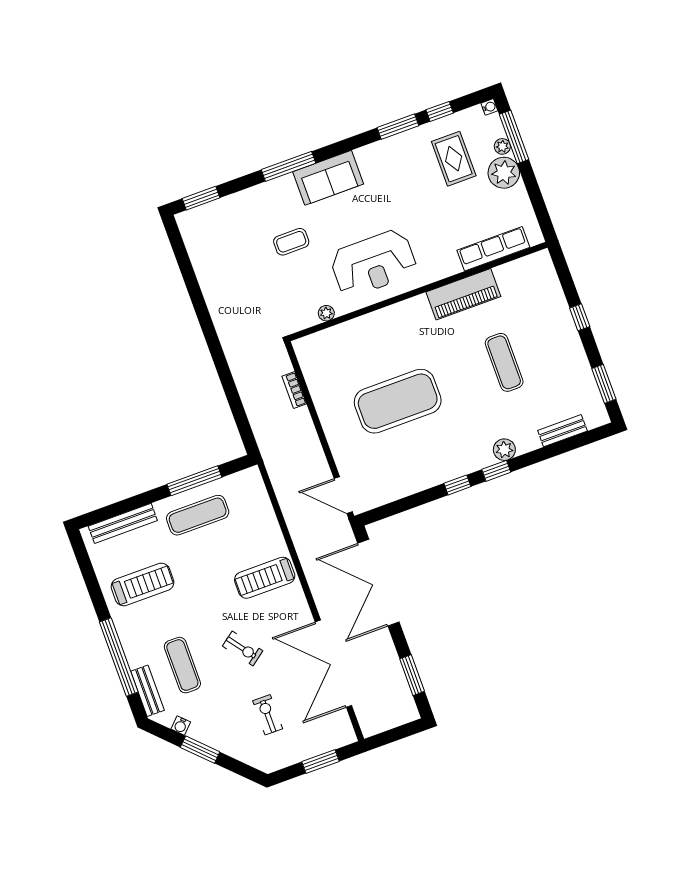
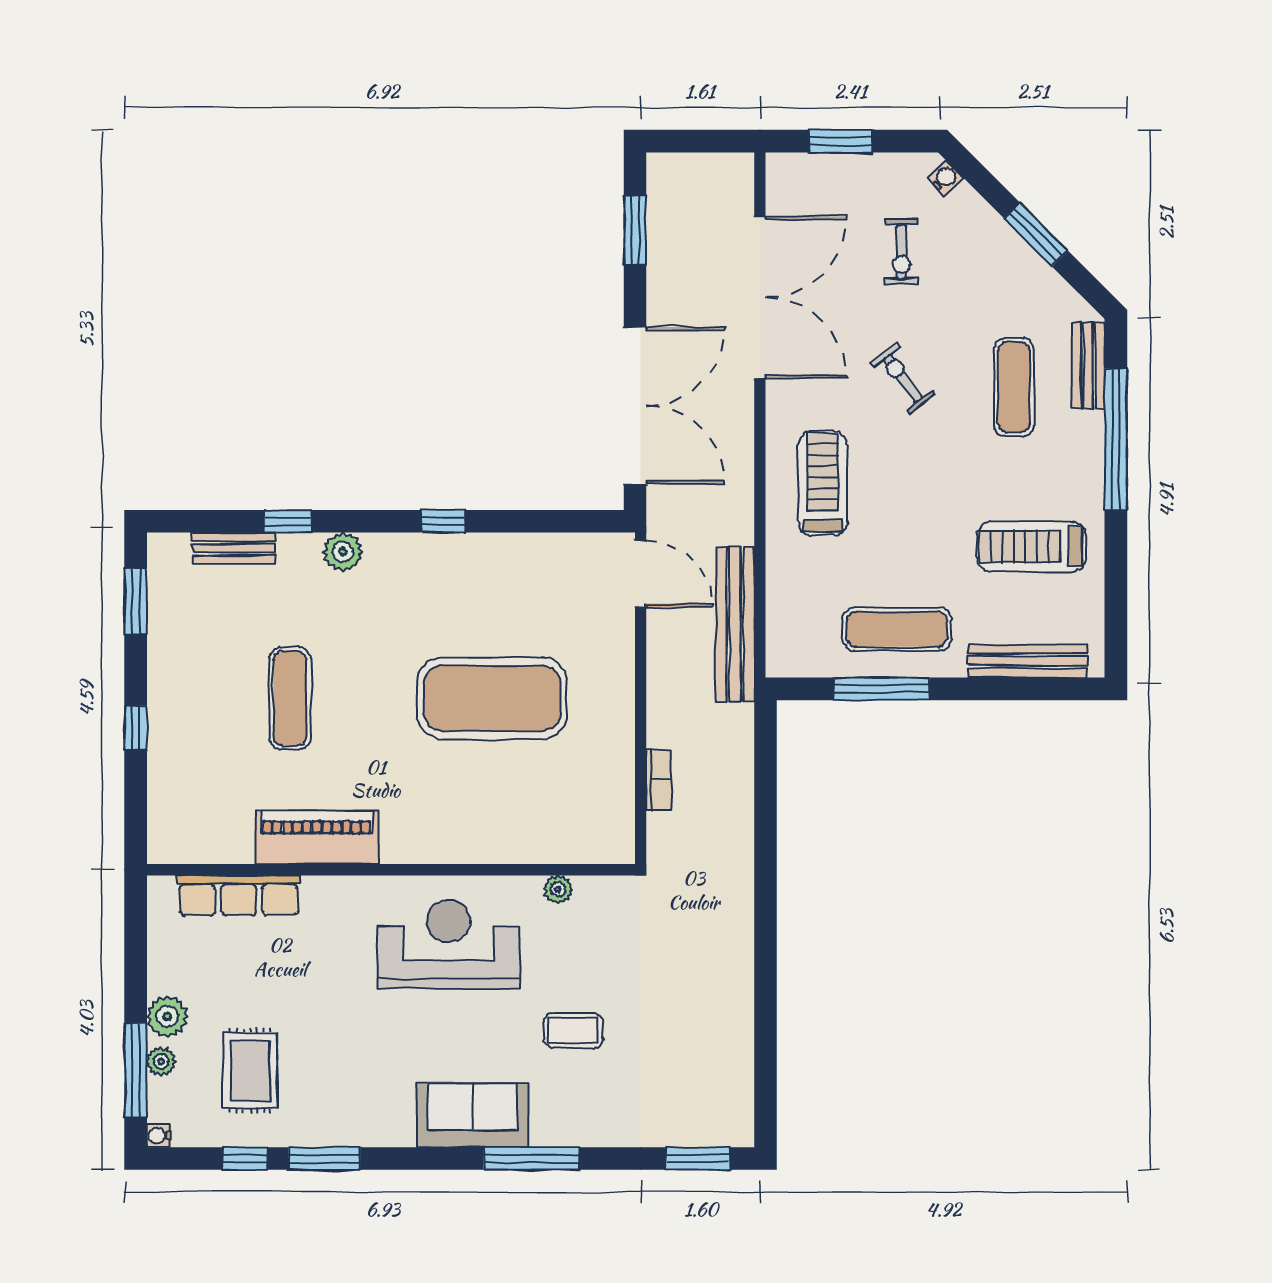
plant: (504, 173) -> (167, 1017), width x0.73, depth x0.73
window: (496, 471) -> (288, 521), moved
bench: (284, 487) -> (735, 624), added
treadmill: (265, 578) -> (823, 483), turned -90
water cooler: (181, 726) -> (945, 178), moved

